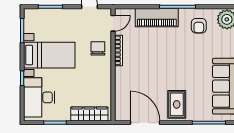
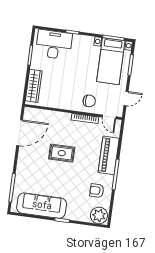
bed with nightstands: (49, 55) -> (111, 61), moved
rug: (177, 104) -> (62, 153), moved

